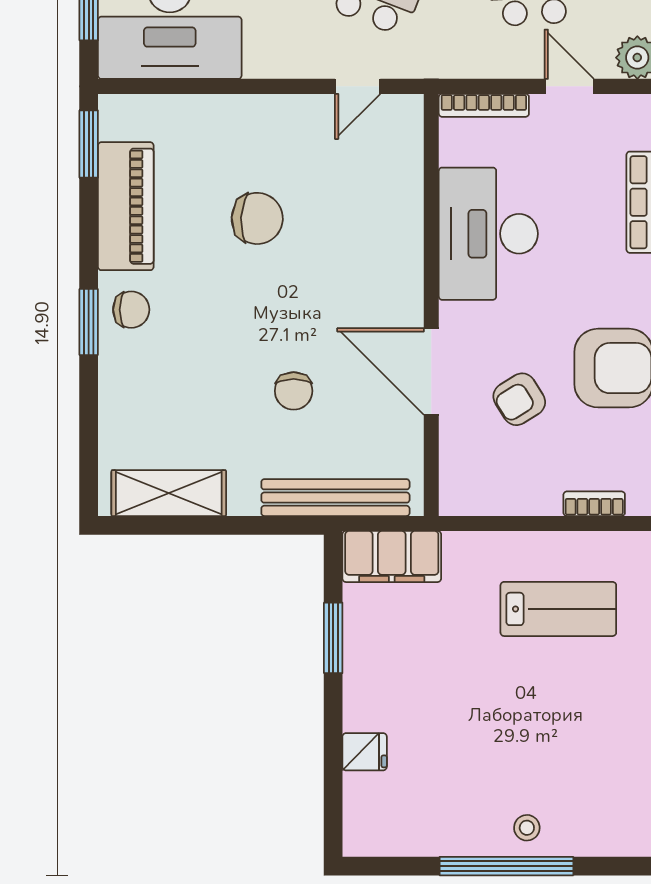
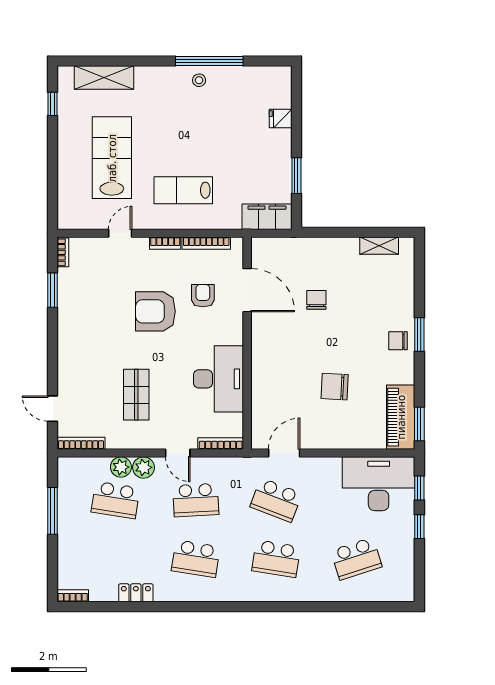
door: (358, 86) -> (284, 453), width x1.38
piano: (126, 206) -> (401, 417), moved
door: (431, 372) -> (247, 290), moved
armchair: (519, 399) -> (203, 296), turned -58
shelving: (169, 493) -> (379, 246), width x0.67, depth x0.75
bench: (335, 498) -> (295, 246), removed
bookcase: (513, 504) -> (206, 243), added

